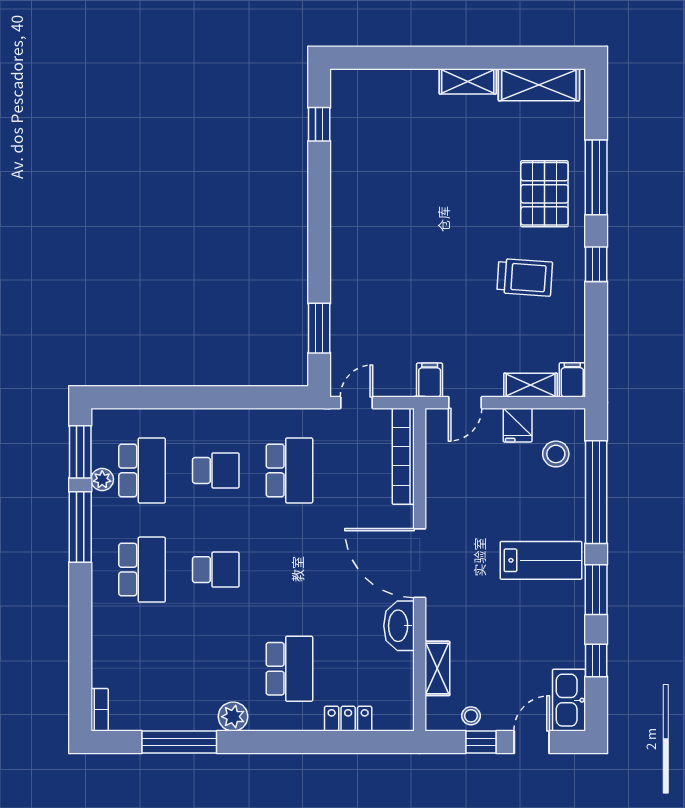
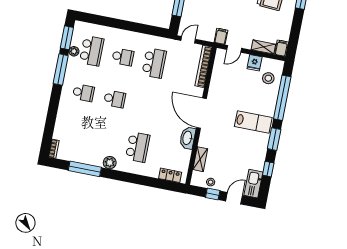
school desk: (142, 570) -> (83, 93), width x0.54
locker: (348, 719) -> (170, 175), moved

